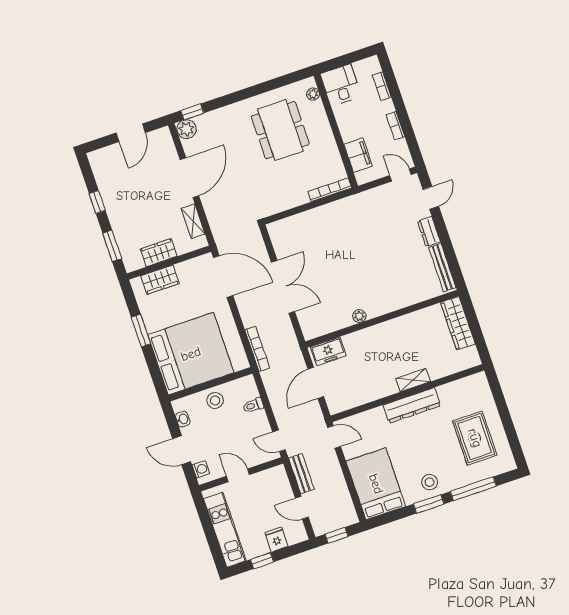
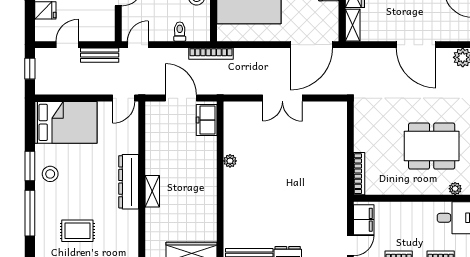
filing cabinet: (358, 155) -> (364, 220), moved, turned -90
shelving: (193, 221) -> (353, 25), moved, turned 90
double door: (283, 287) -> (282, 98), width x0.73
bookcase: (257, 349) -> (211, 54), moved
rug: (475, 438) -> (77, 231), width x0.73, depth x0.70

